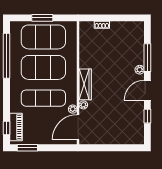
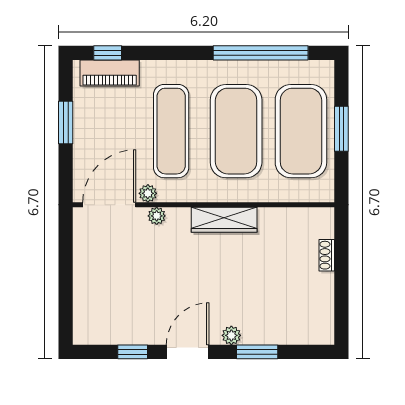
window: (147, 58) -> (257, 352), width x0.69
wardrobe: (85, 84) -> (224, 220), moved
door: (147, 90) -> (188, 352), hinge flipped
door: (78, 127) -> (109, 205), hinge flipped
window: (27, 148) -> (66, 122), moved

